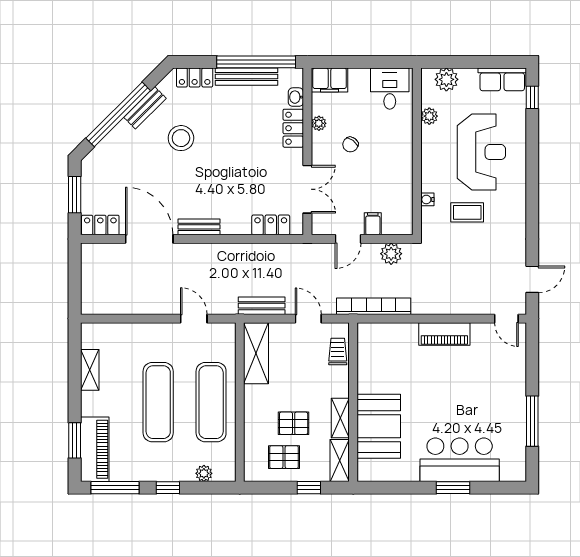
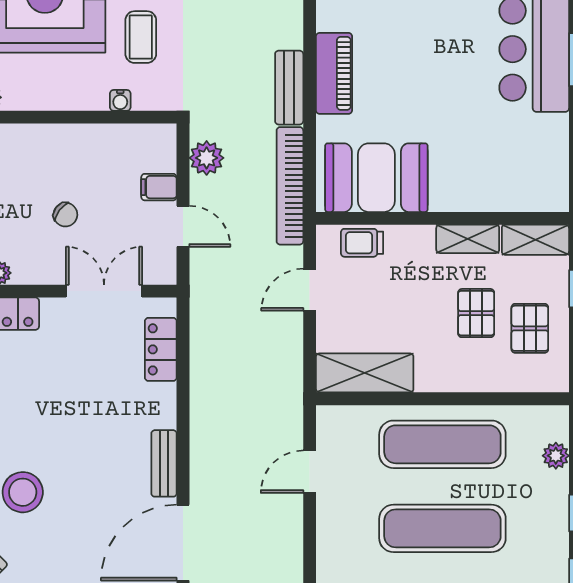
chair: (350, 145) -> (65, 215), moved
bench: (262, 306) -> (289, 88), moved
booth: (379, 426) -> (376, 178), moved

